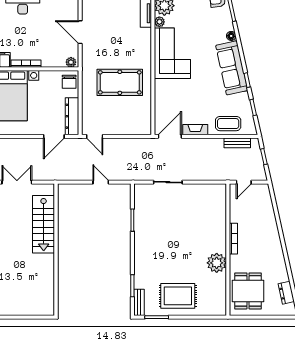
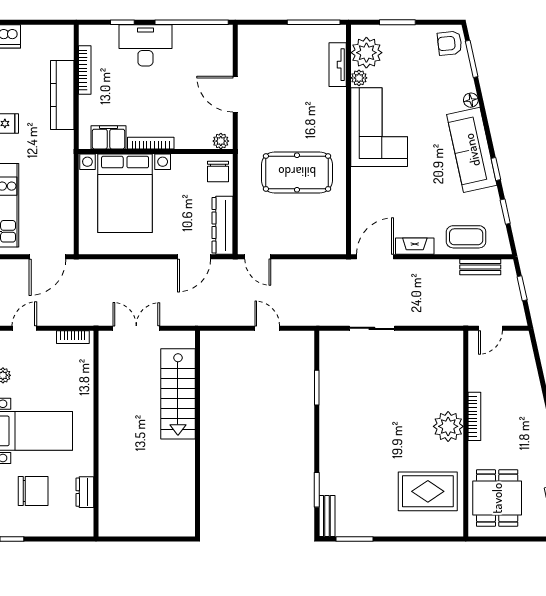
plant: (217, 263) -> (448, 426), moved
rug: (178, 296) -> (428, 491), moved

